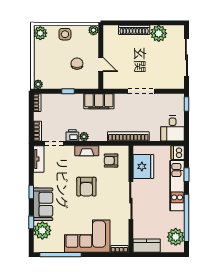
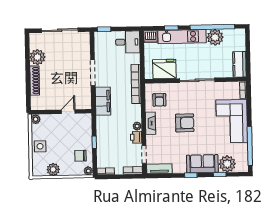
plant: (40, 33) -> (53, 169), moved
chair: (77, 64) -> (80, 156), moved
filing cabinet: (99, 101) -> (103, 101), moved
plant: (176, 237) -> (215, 37), moved

